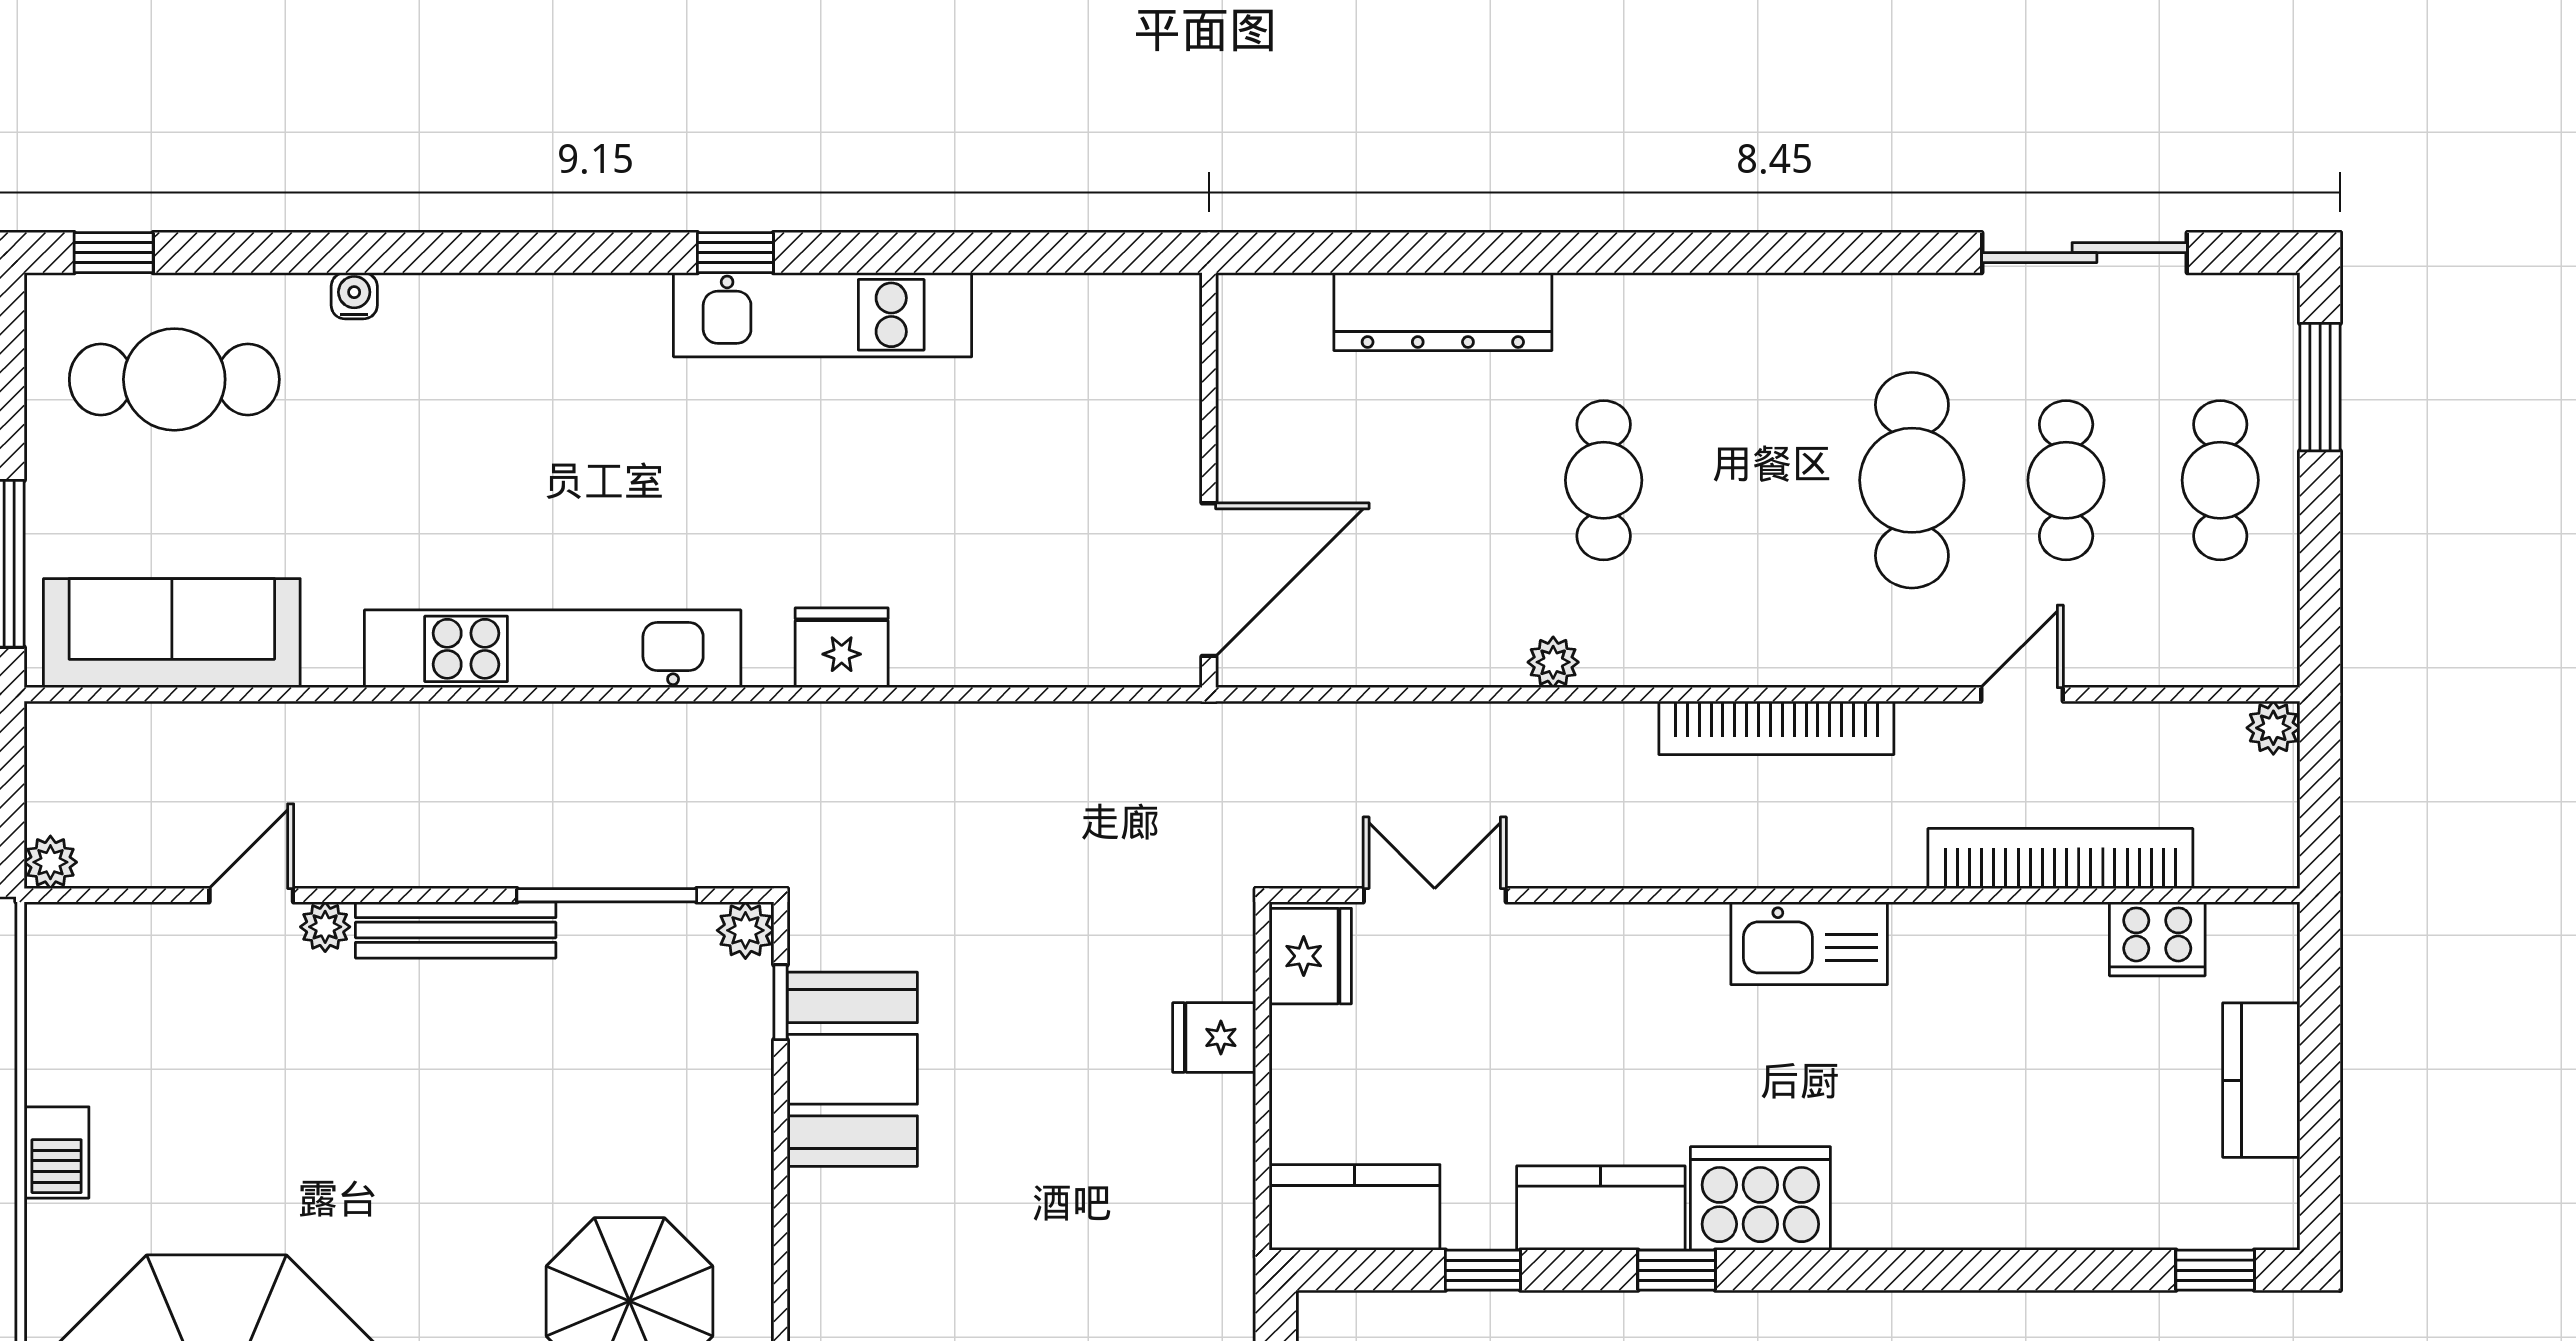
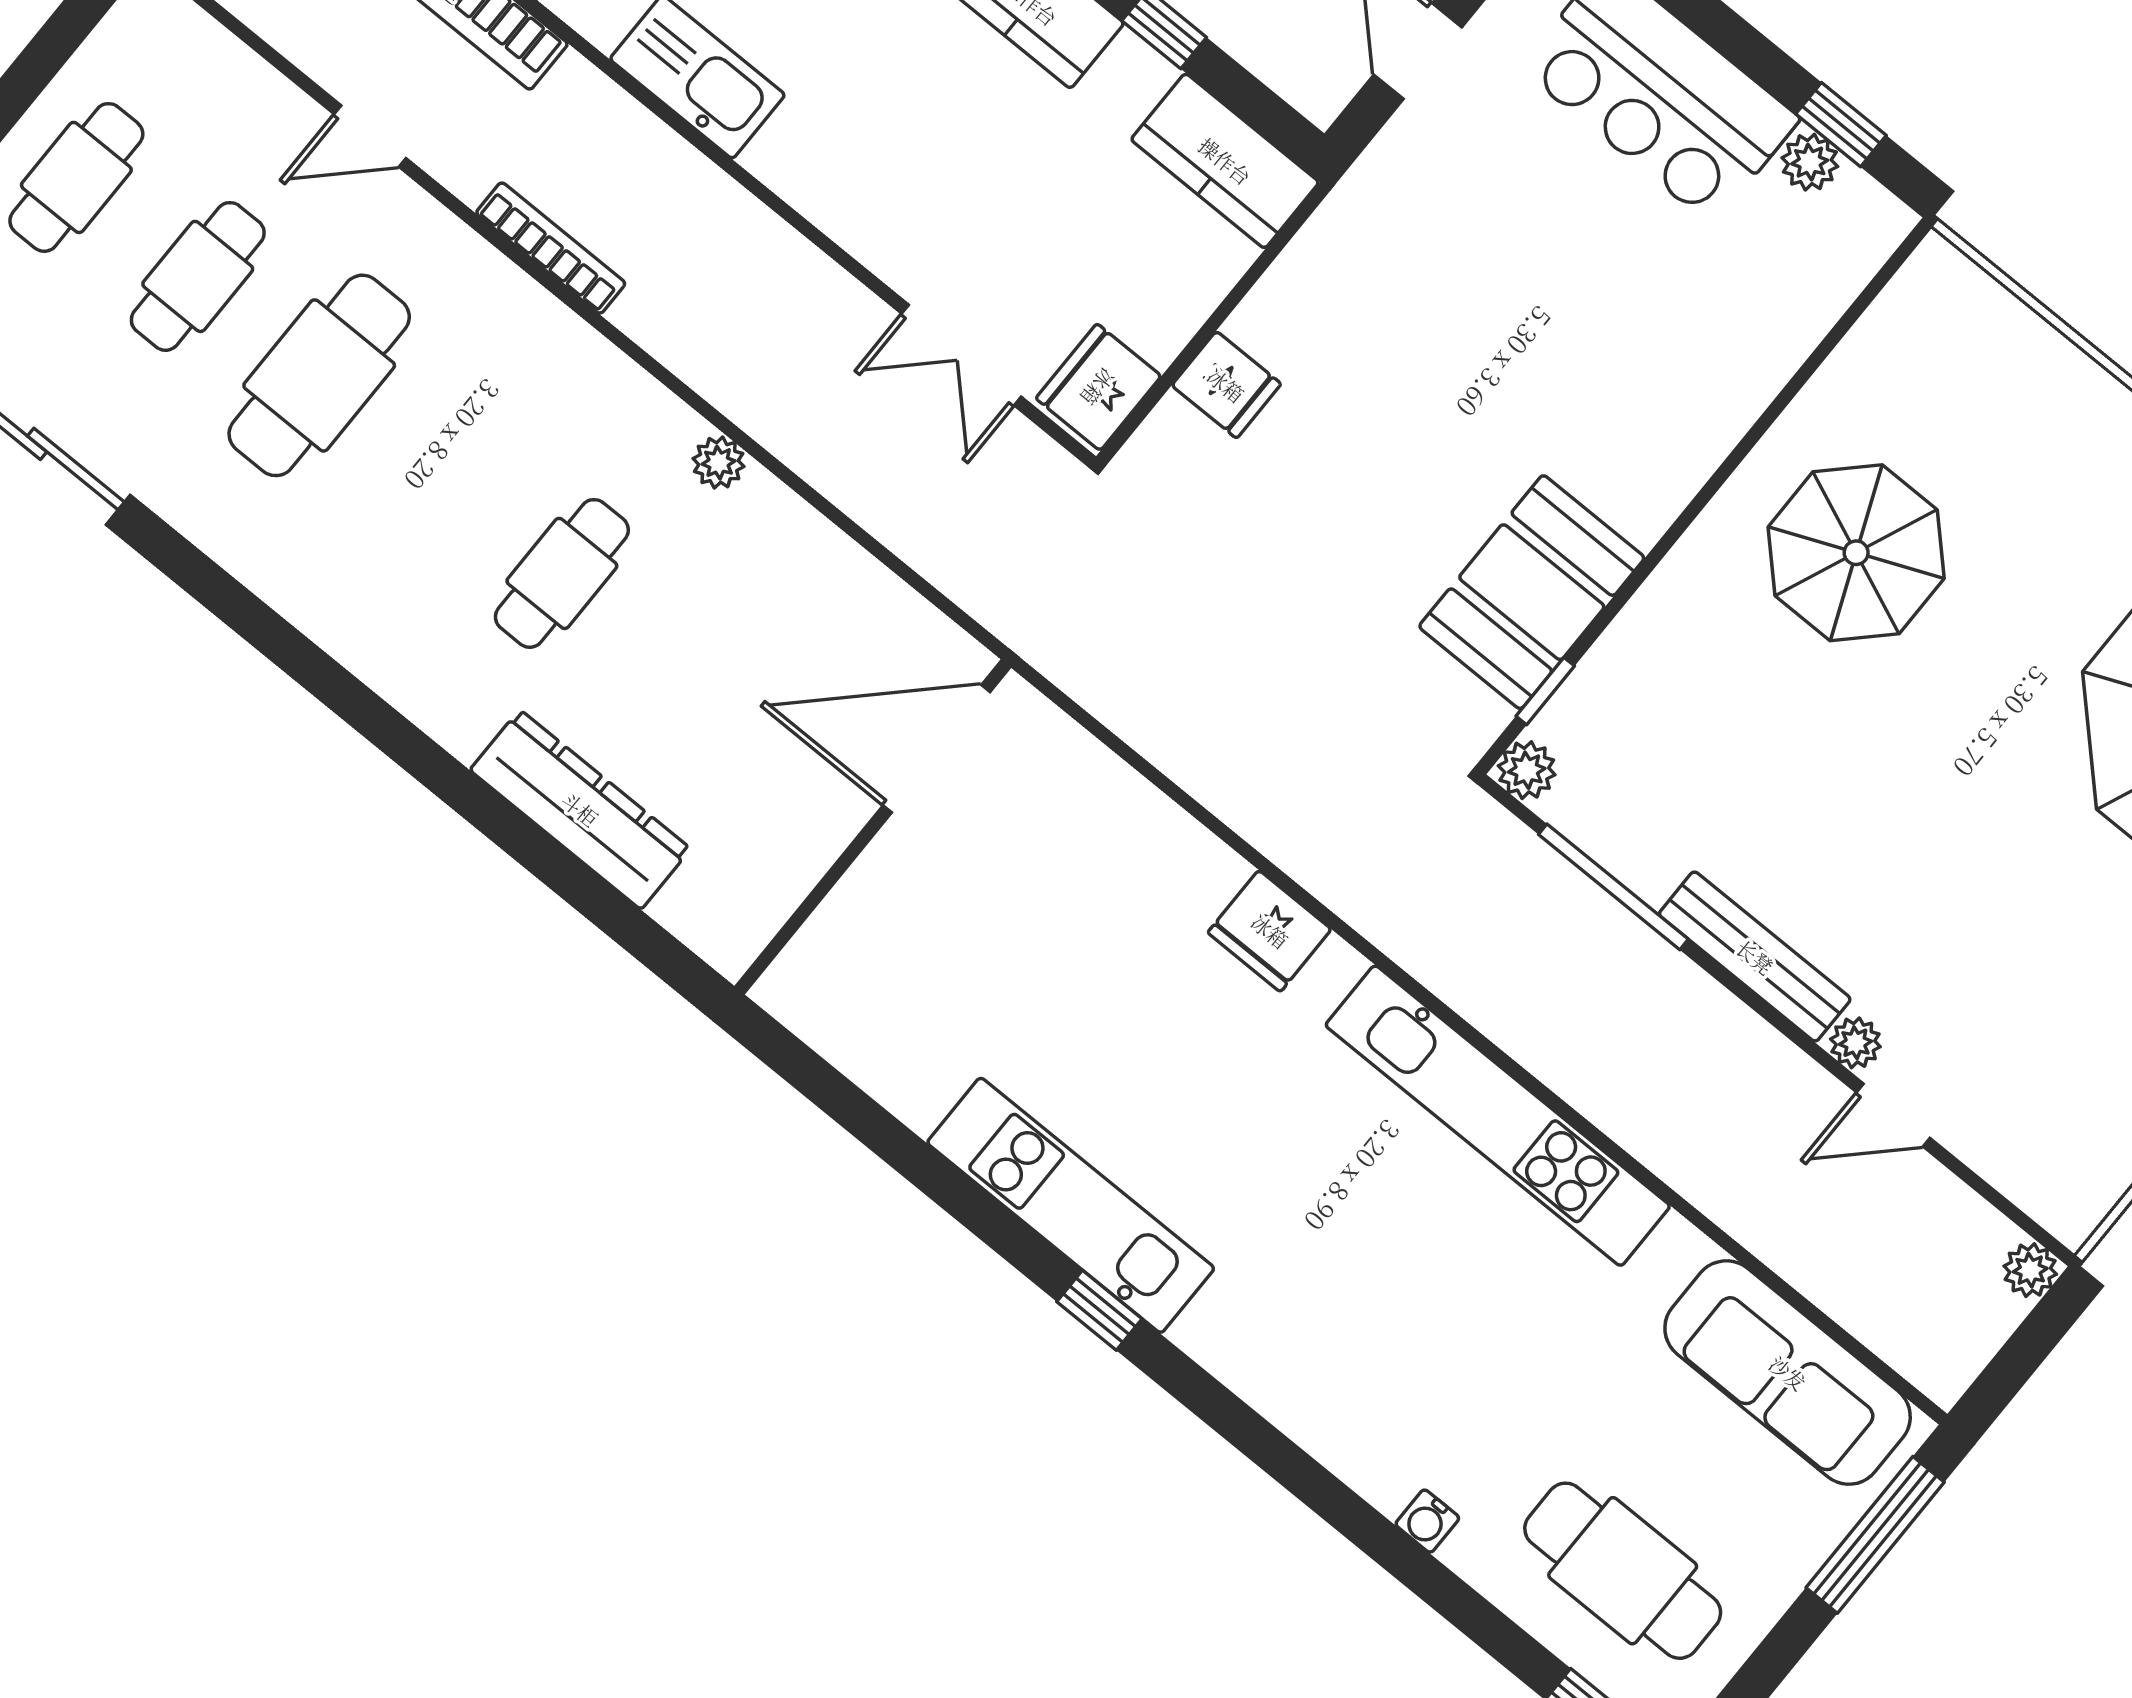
bookcase: (1776, 728) -> (551, 248), width x0.68, depth x0.76

